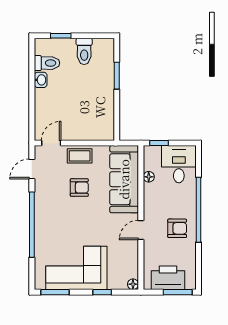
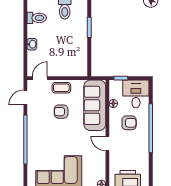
washbasin: (41, 80) -> (32, 44), moved
armchair: (79, 188) -> (61, 112), turned 180
armchair: (177, 228) -> (129, 123), moved
door: (141, 230) -> (107, 143), hinge flipped

